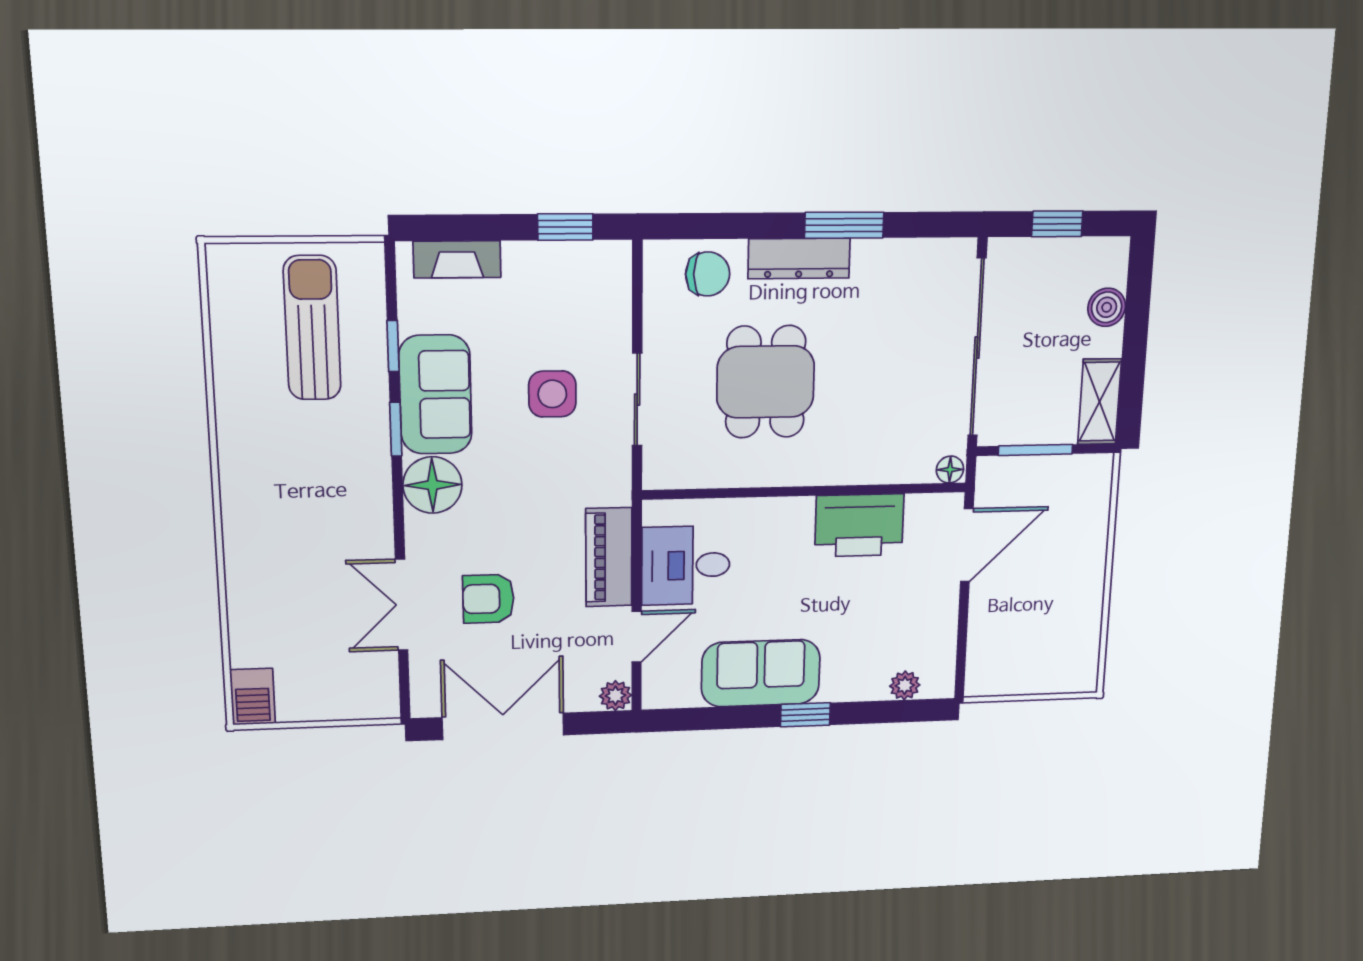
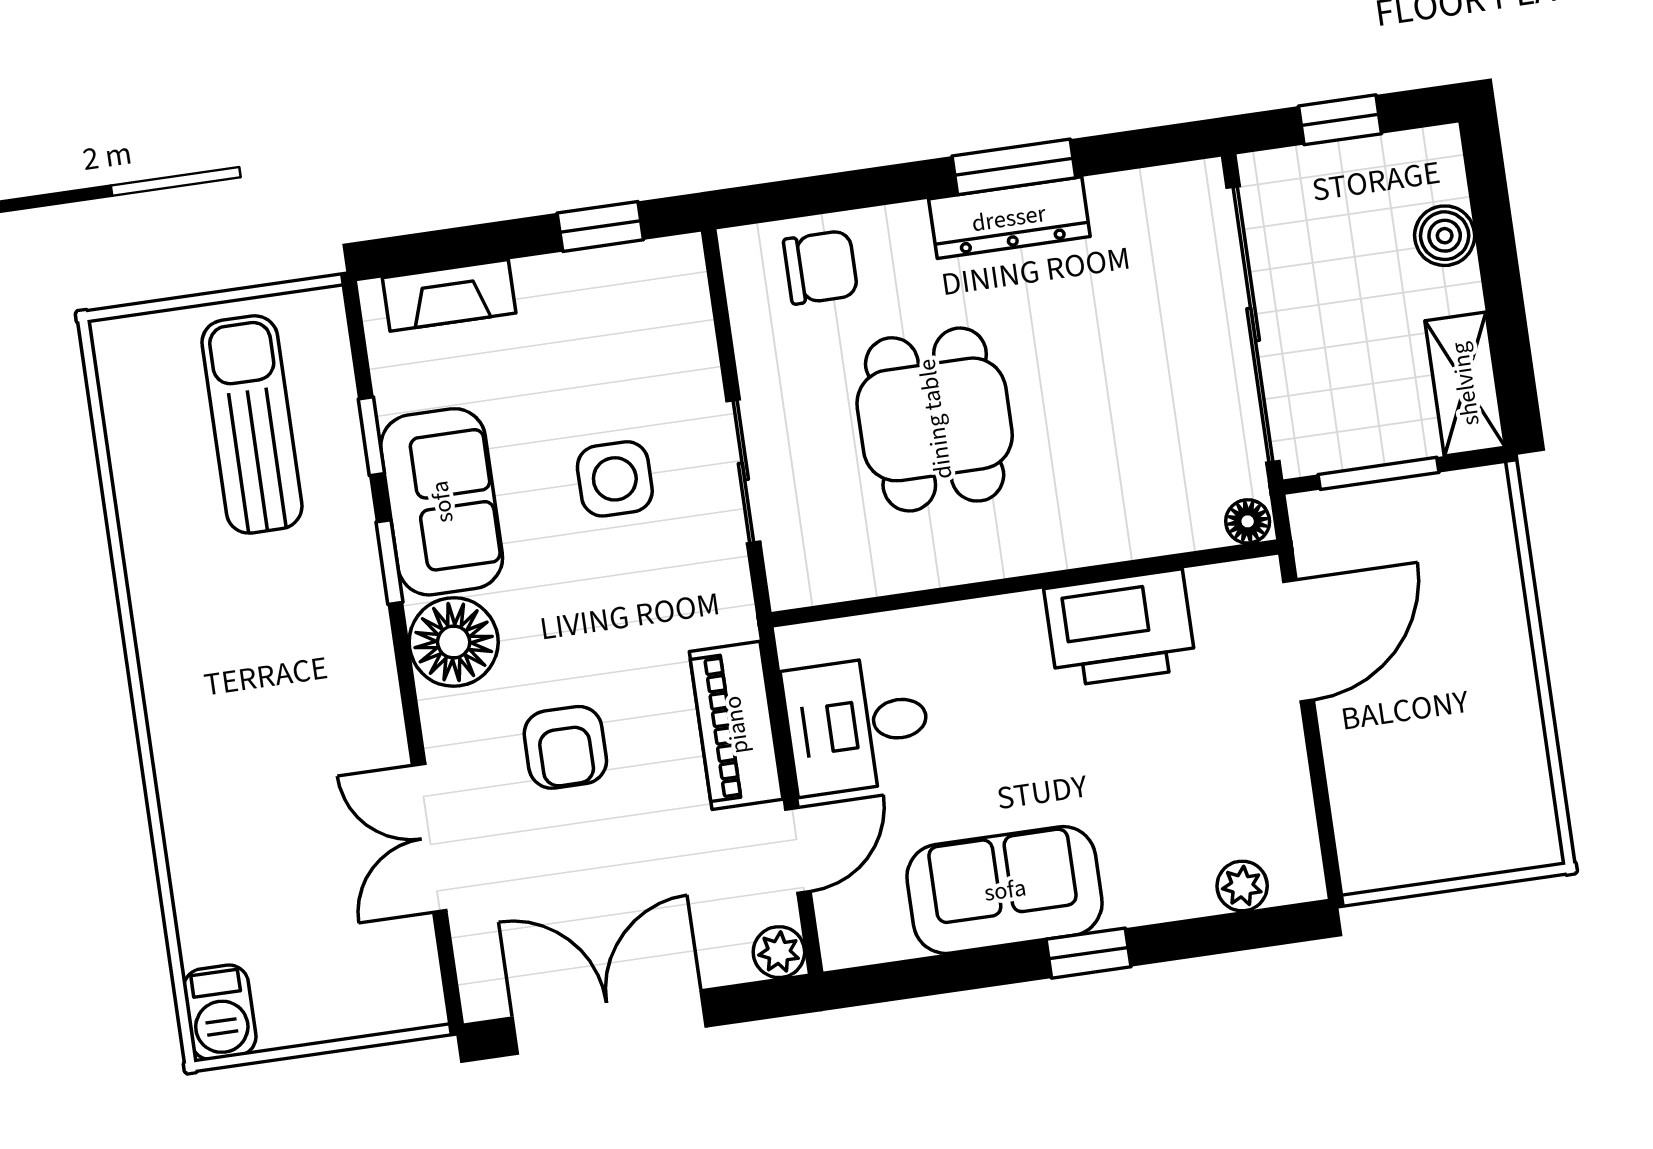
dresser: (799, 259) -> (1009, 218), moved
armchair: (488, 599) -> (565, 747), moved, turned -90

